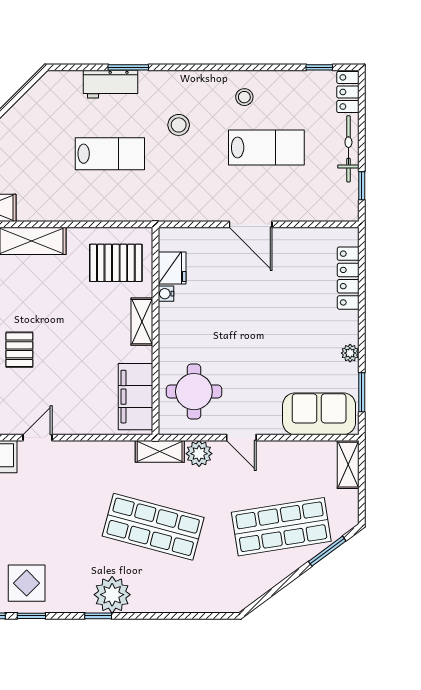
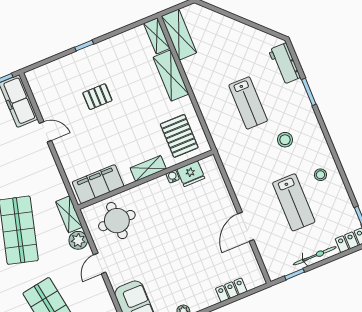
workbench: (110, 84) -> (284, 64), moved
door: (251, 224) -> (246, 227), moved
locker: (348, 278) -> (231, 290), width x0.66

